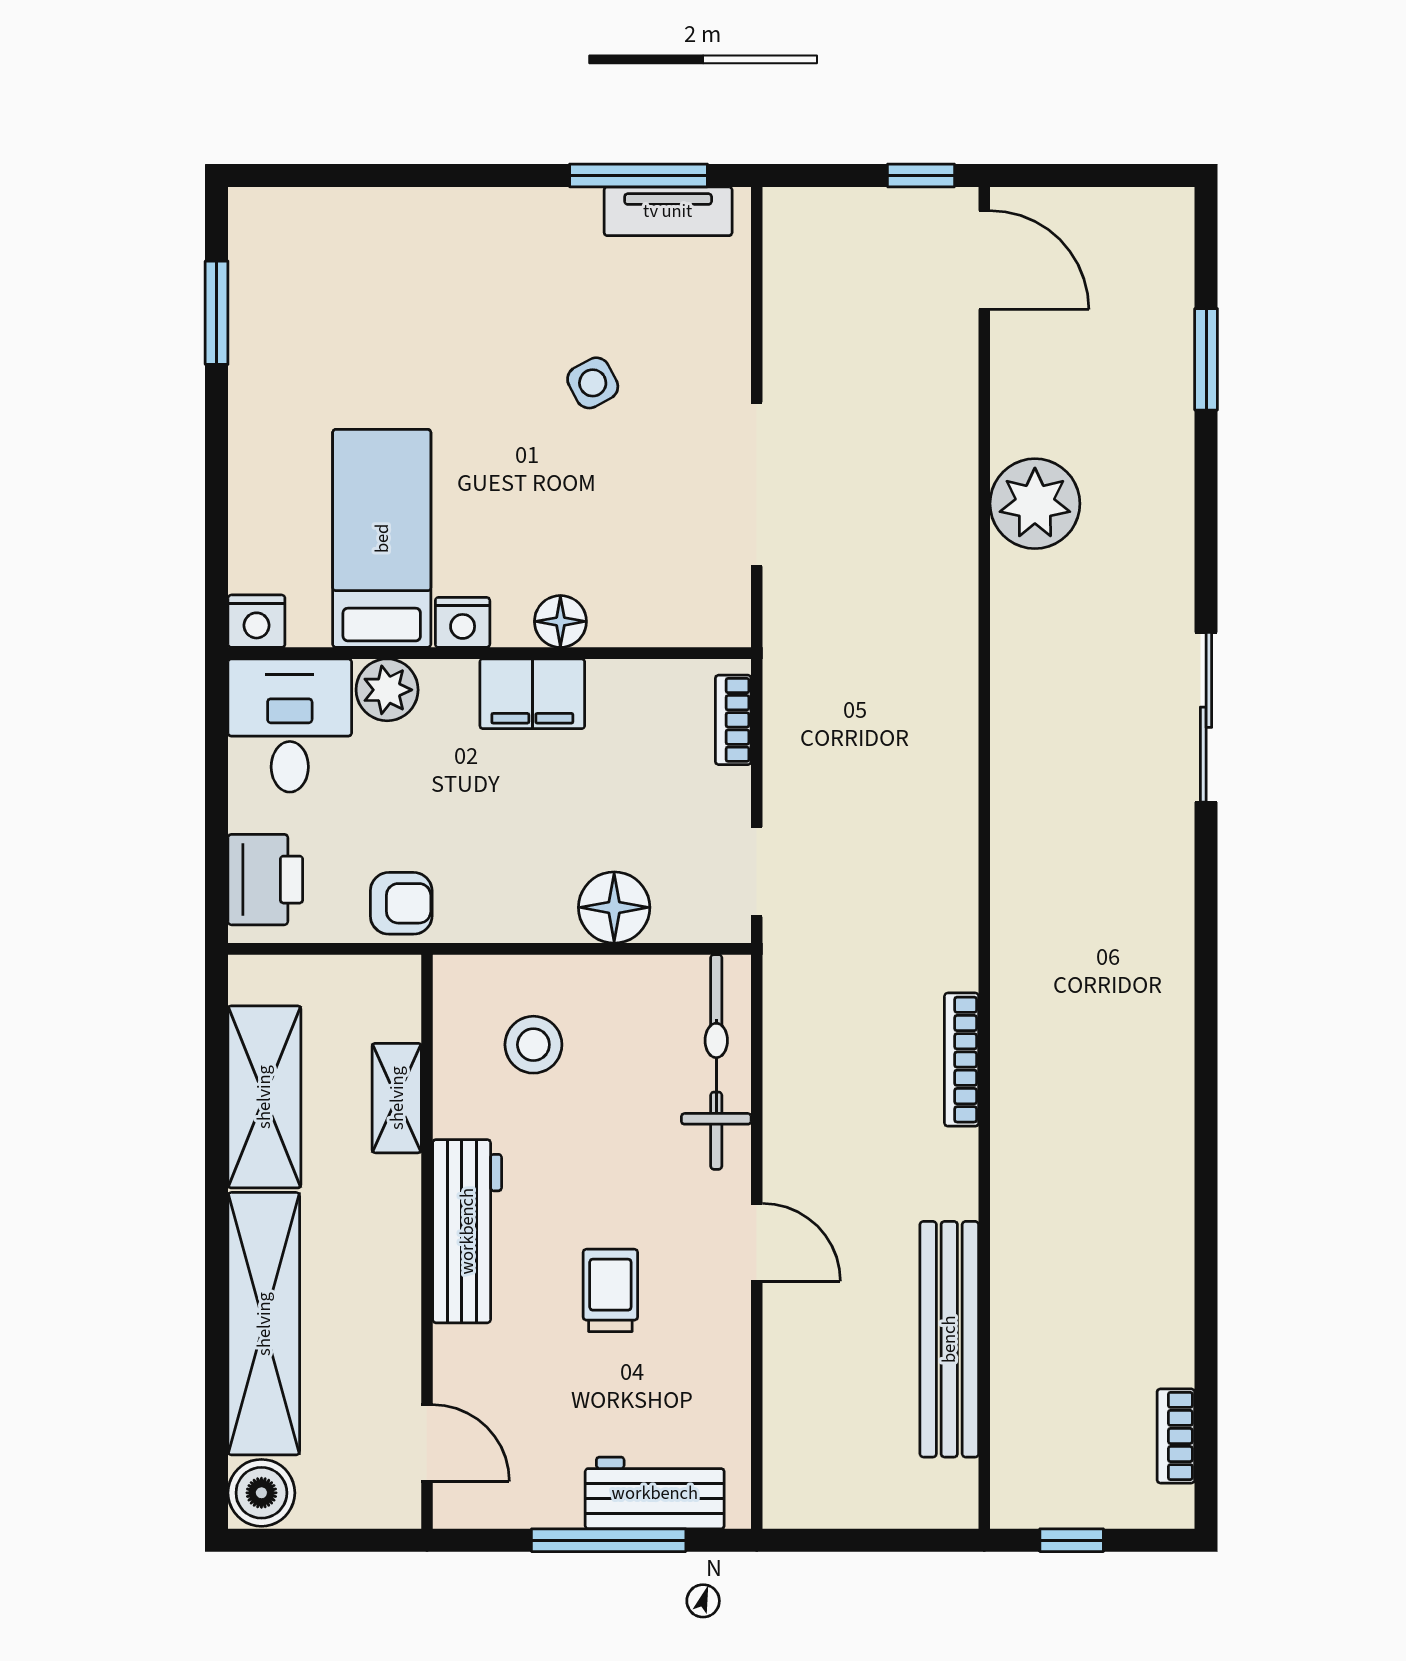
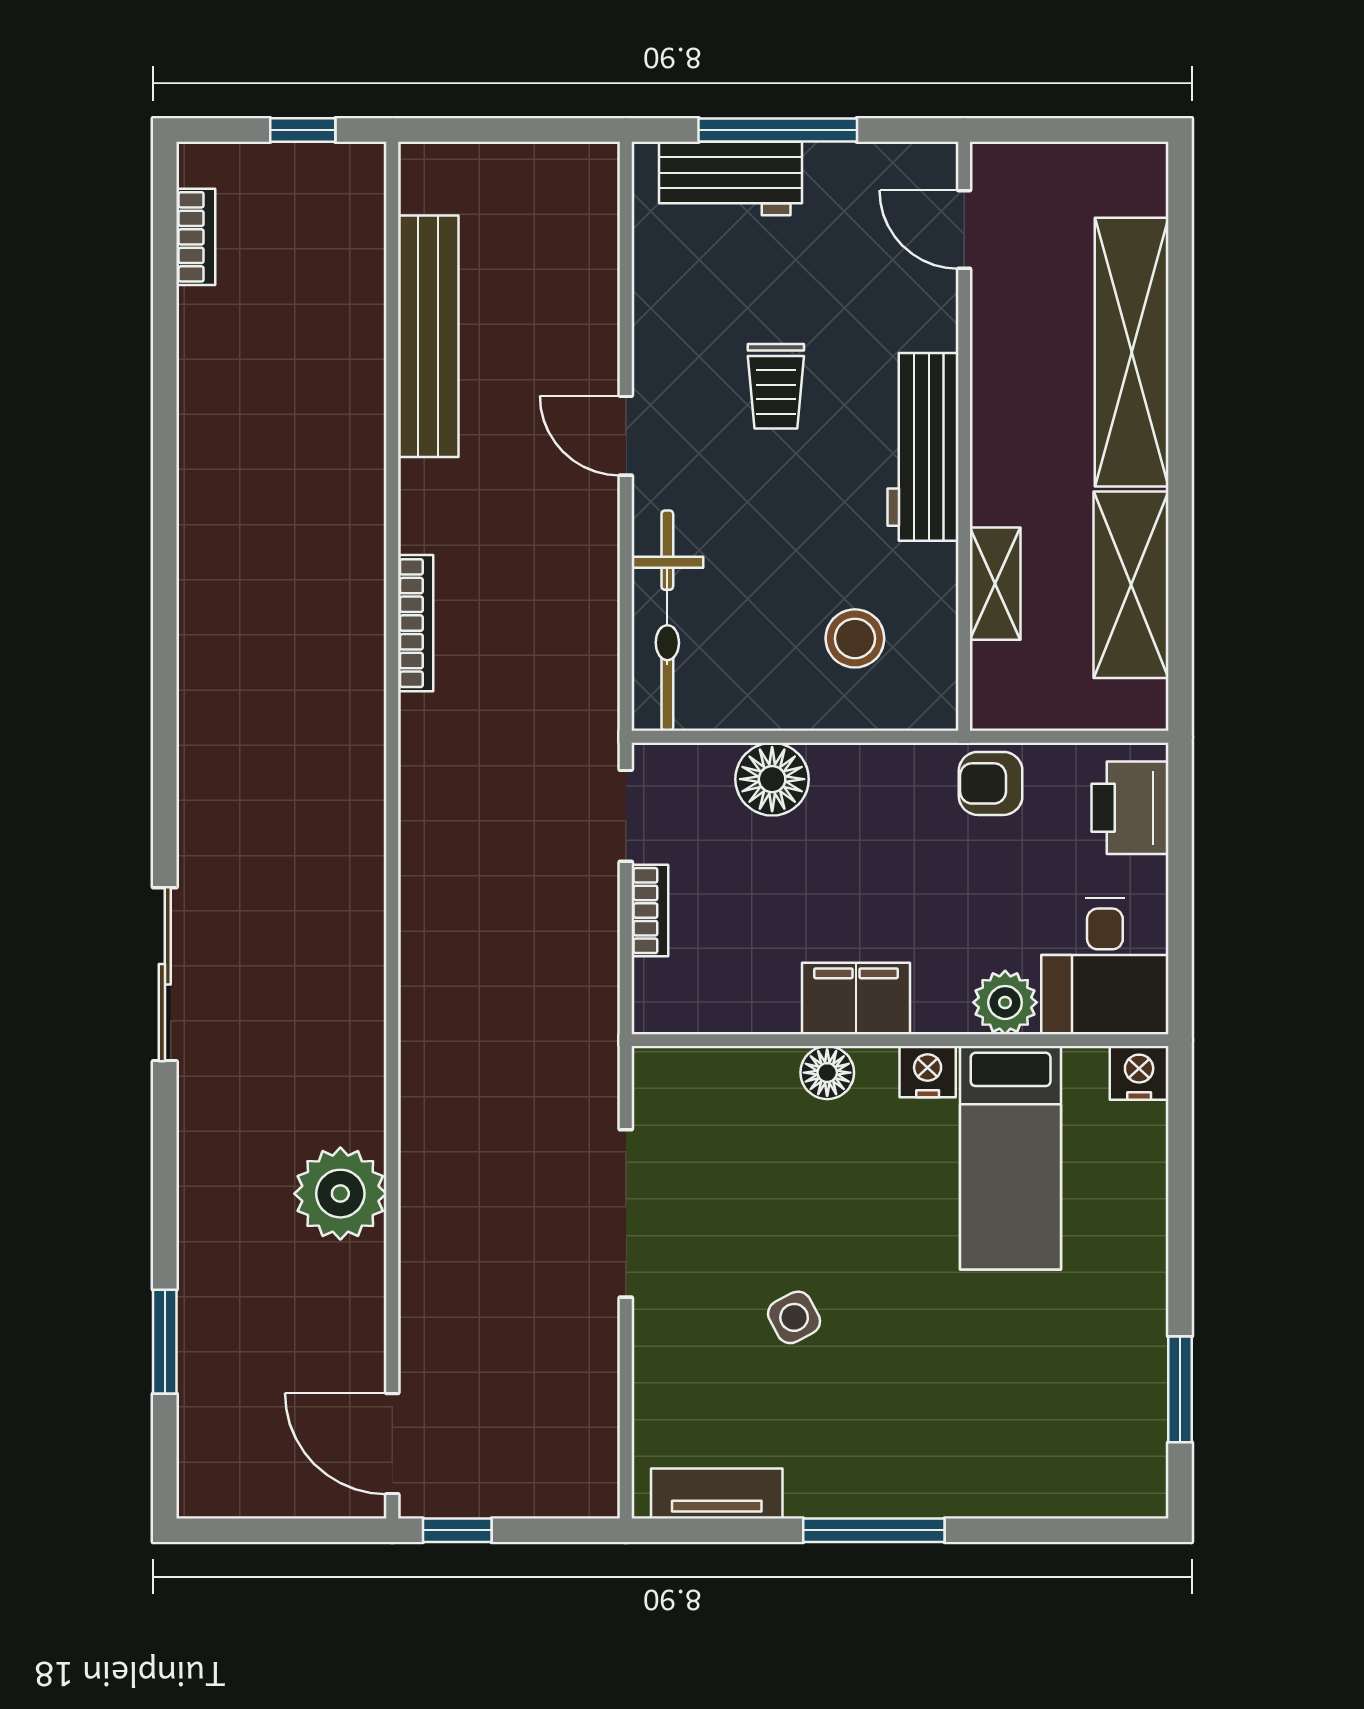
window: (639, 175) -> (874, 1530), moved
bookcase: (733, 720) -> (650, 911), moved
boiler: (261, 1493) -> (1134, 179), removed

